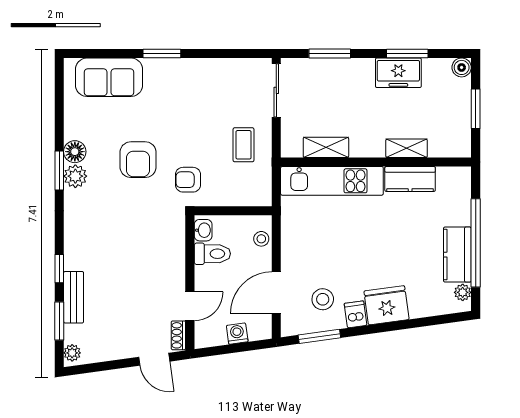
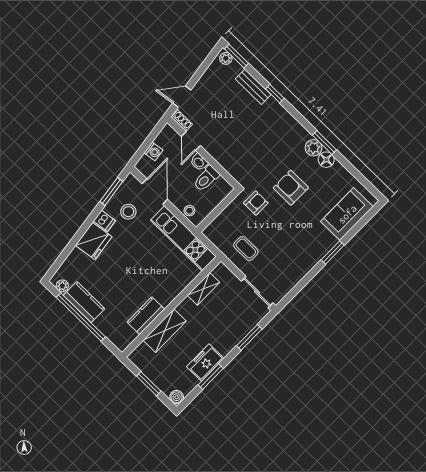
shelving: (407, 148) -> (165, 331), width x1.50, depth x1.33
kitchen unit: (332, 181) -> (183, 238), moved, turned -90
washbasin: (203, 230) -> (199, 162), moved
window: (59, 321) -> (237, 56), moved

